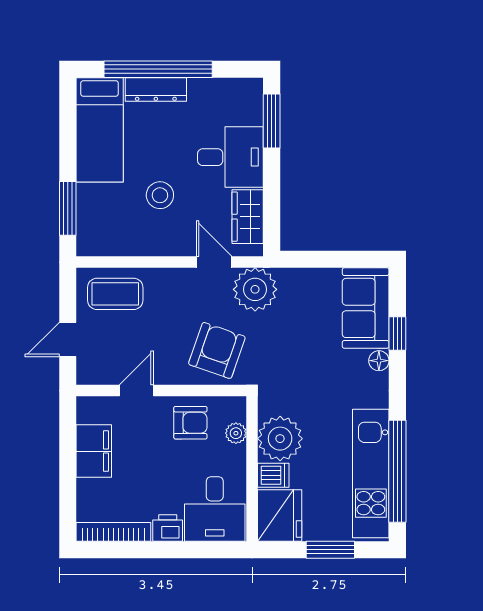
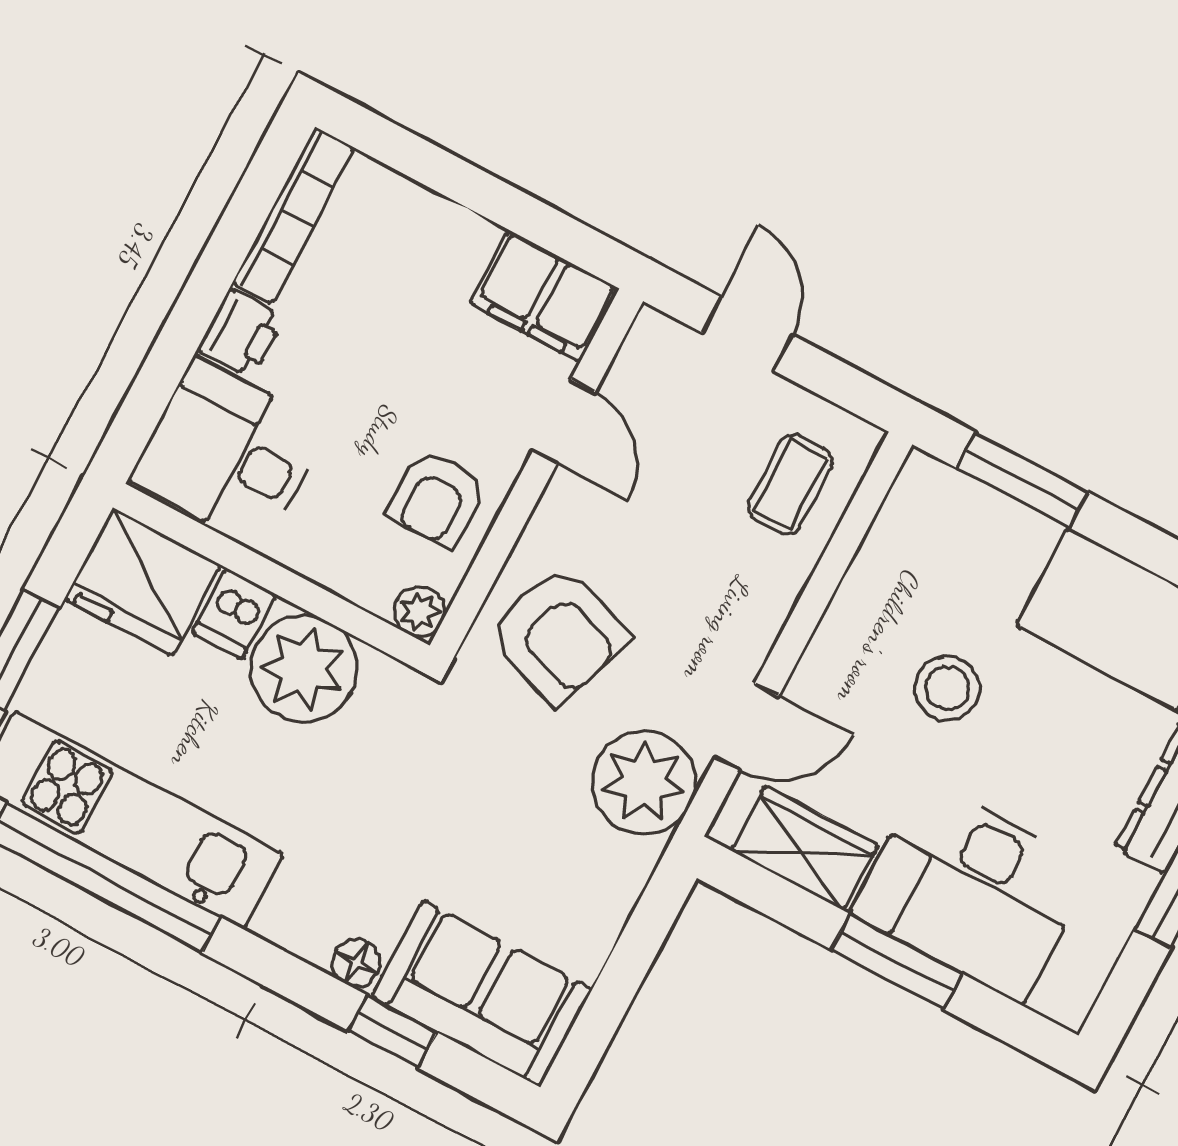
window: (272, 121) -> (897, 962), moved
desk: (230, 157) -> (972, 891), width x1.37
coffee table: (115, 294) -> (790, 485), width x0.73, depth x0.77
plant: (236, 433) -> (419, 612), moved
filing cabinet: (94, 451) -> (545, 296), moved

